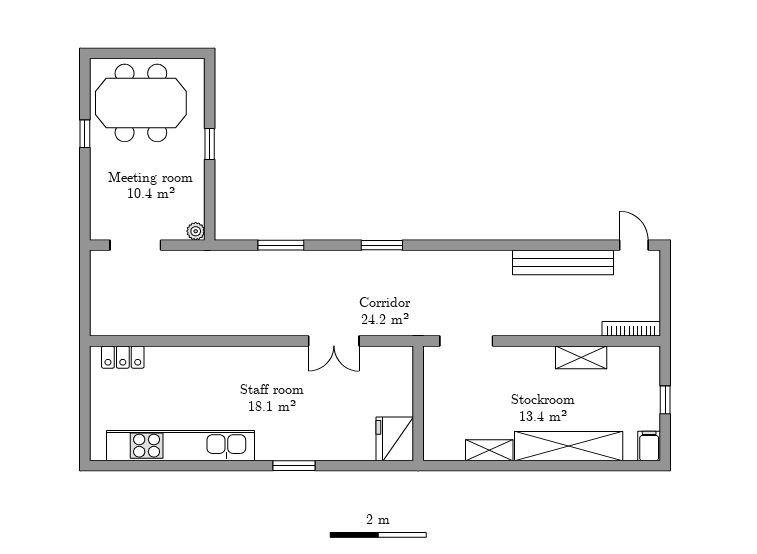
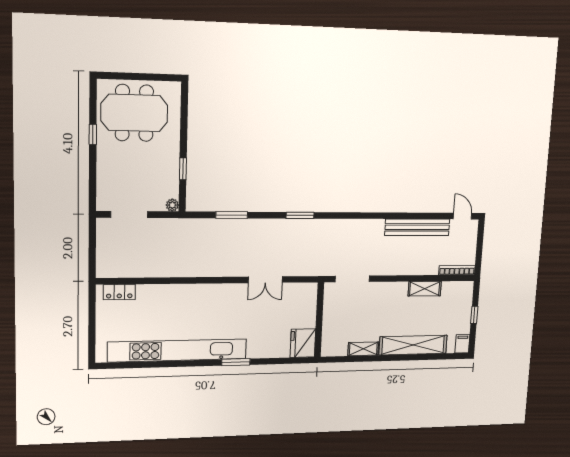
window: (210, 144) -> (183, 169), moved
kitchen unit: (181, 446) -> (178, 350), width x1.36

